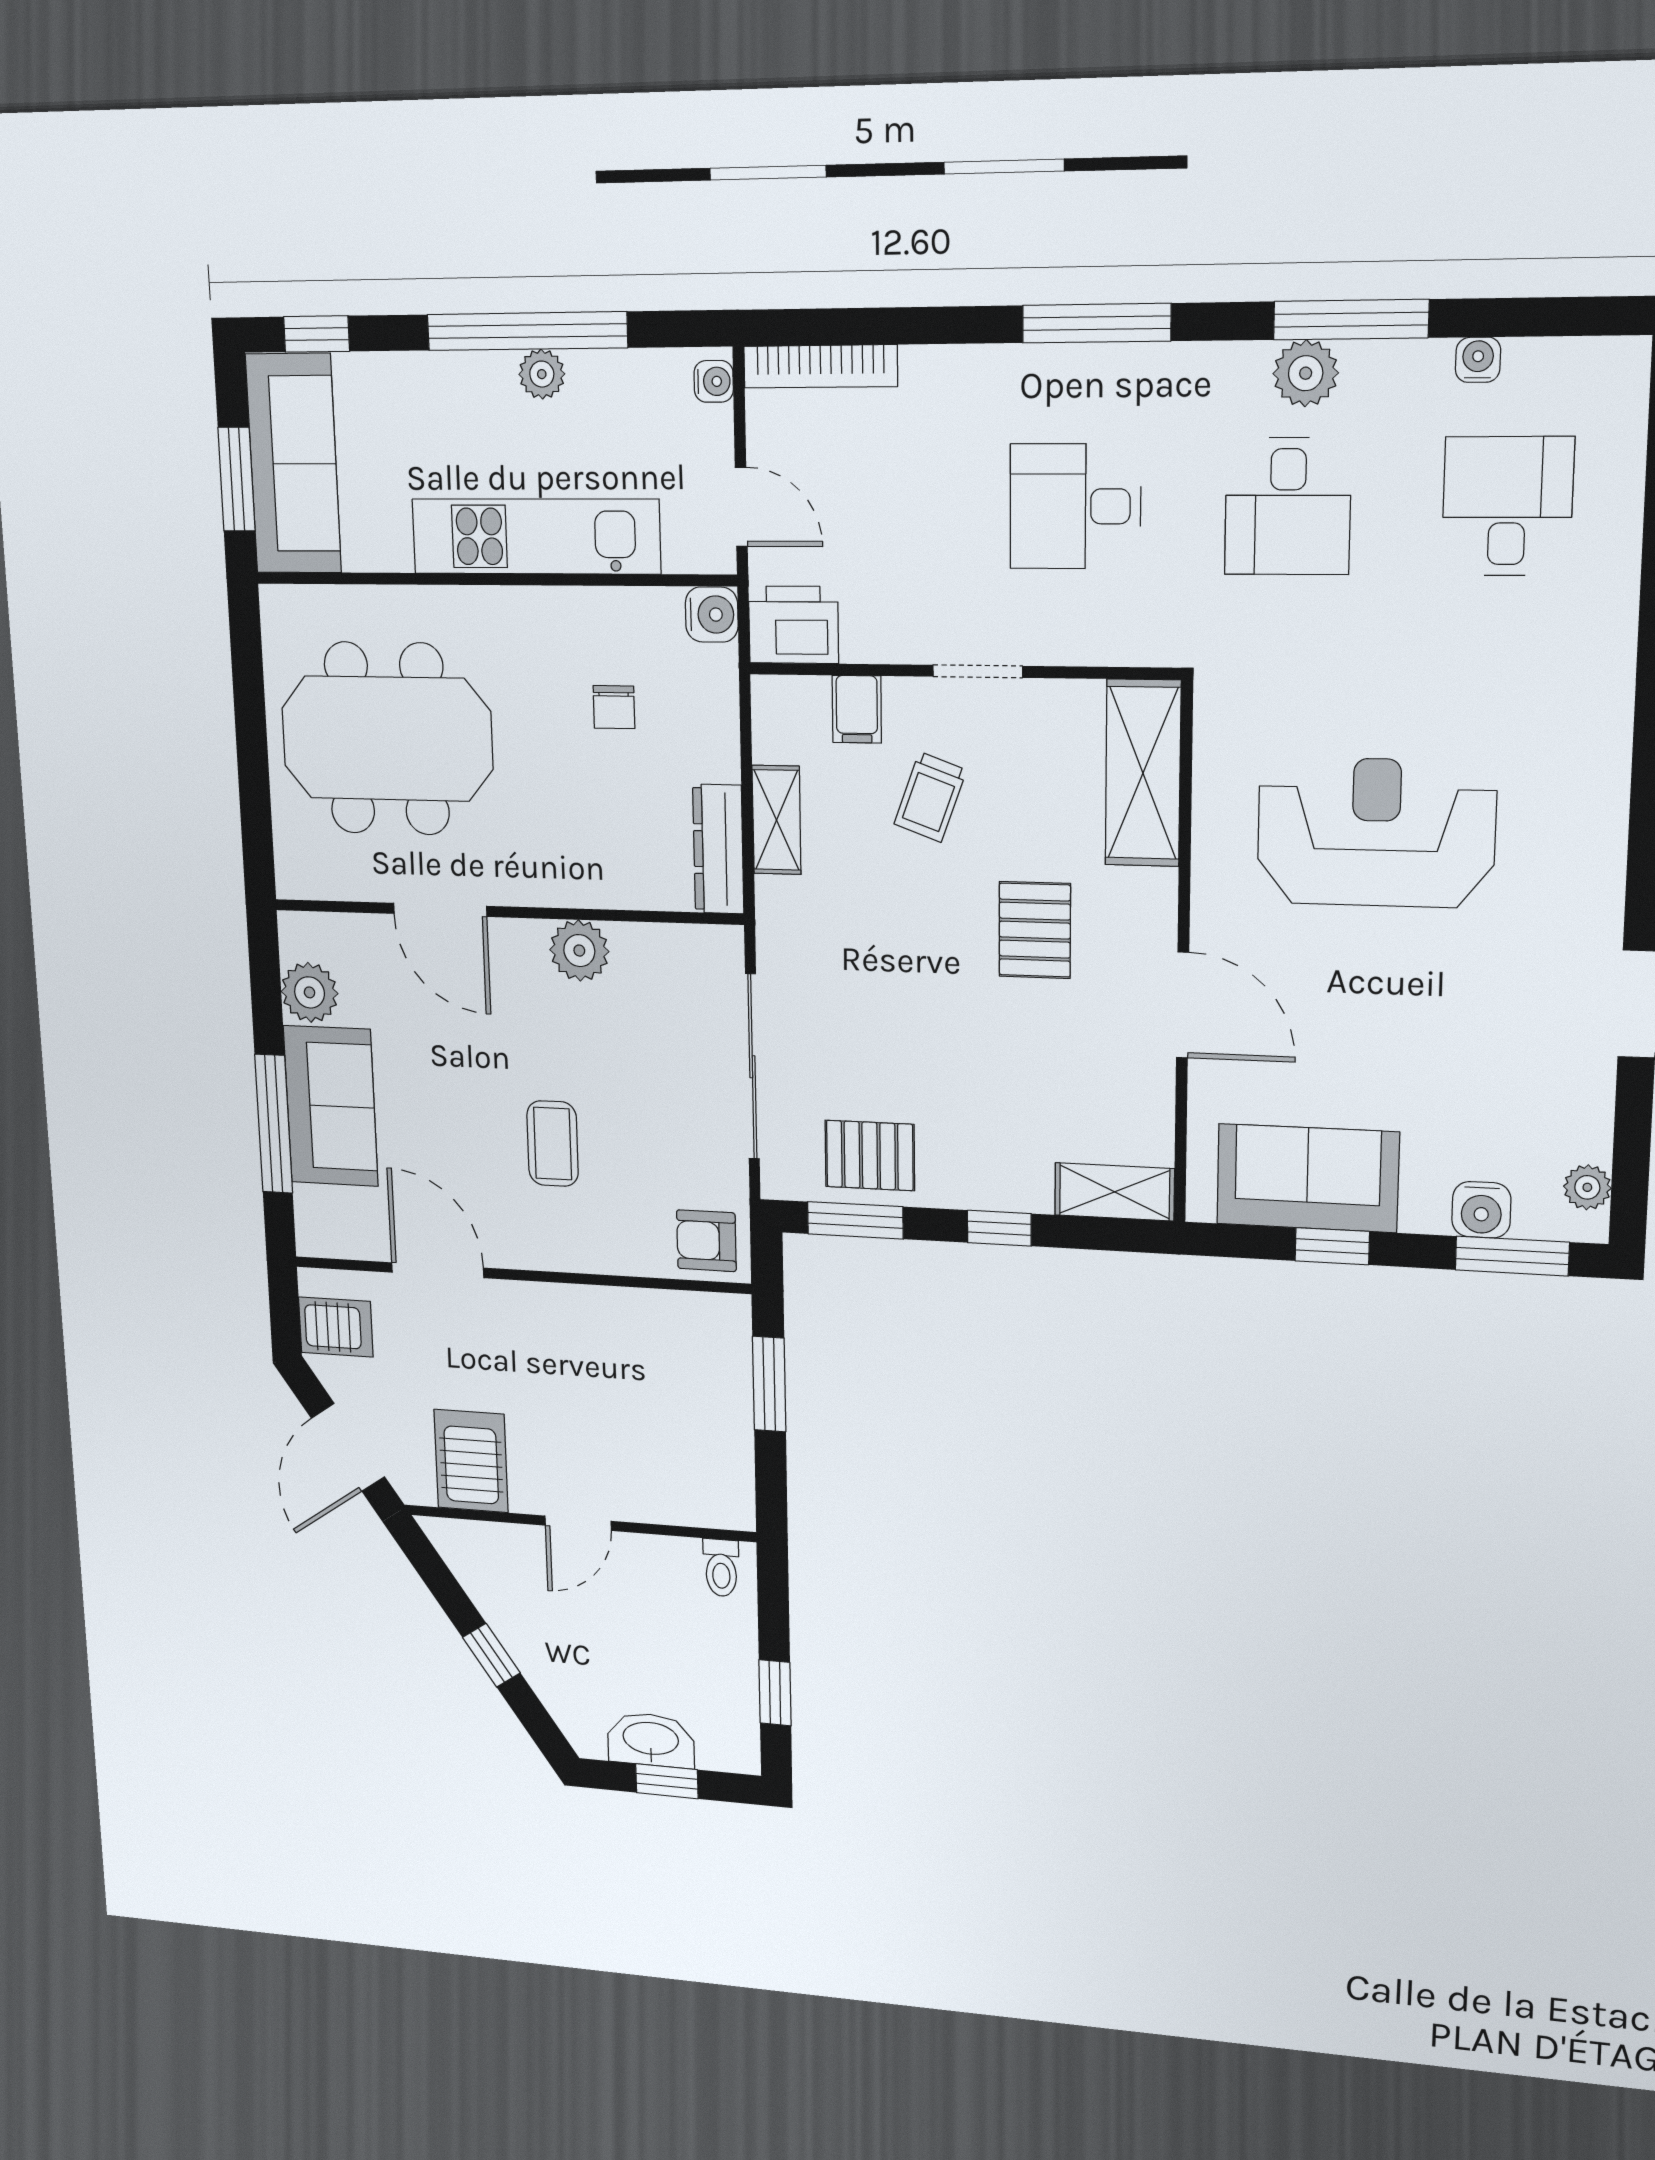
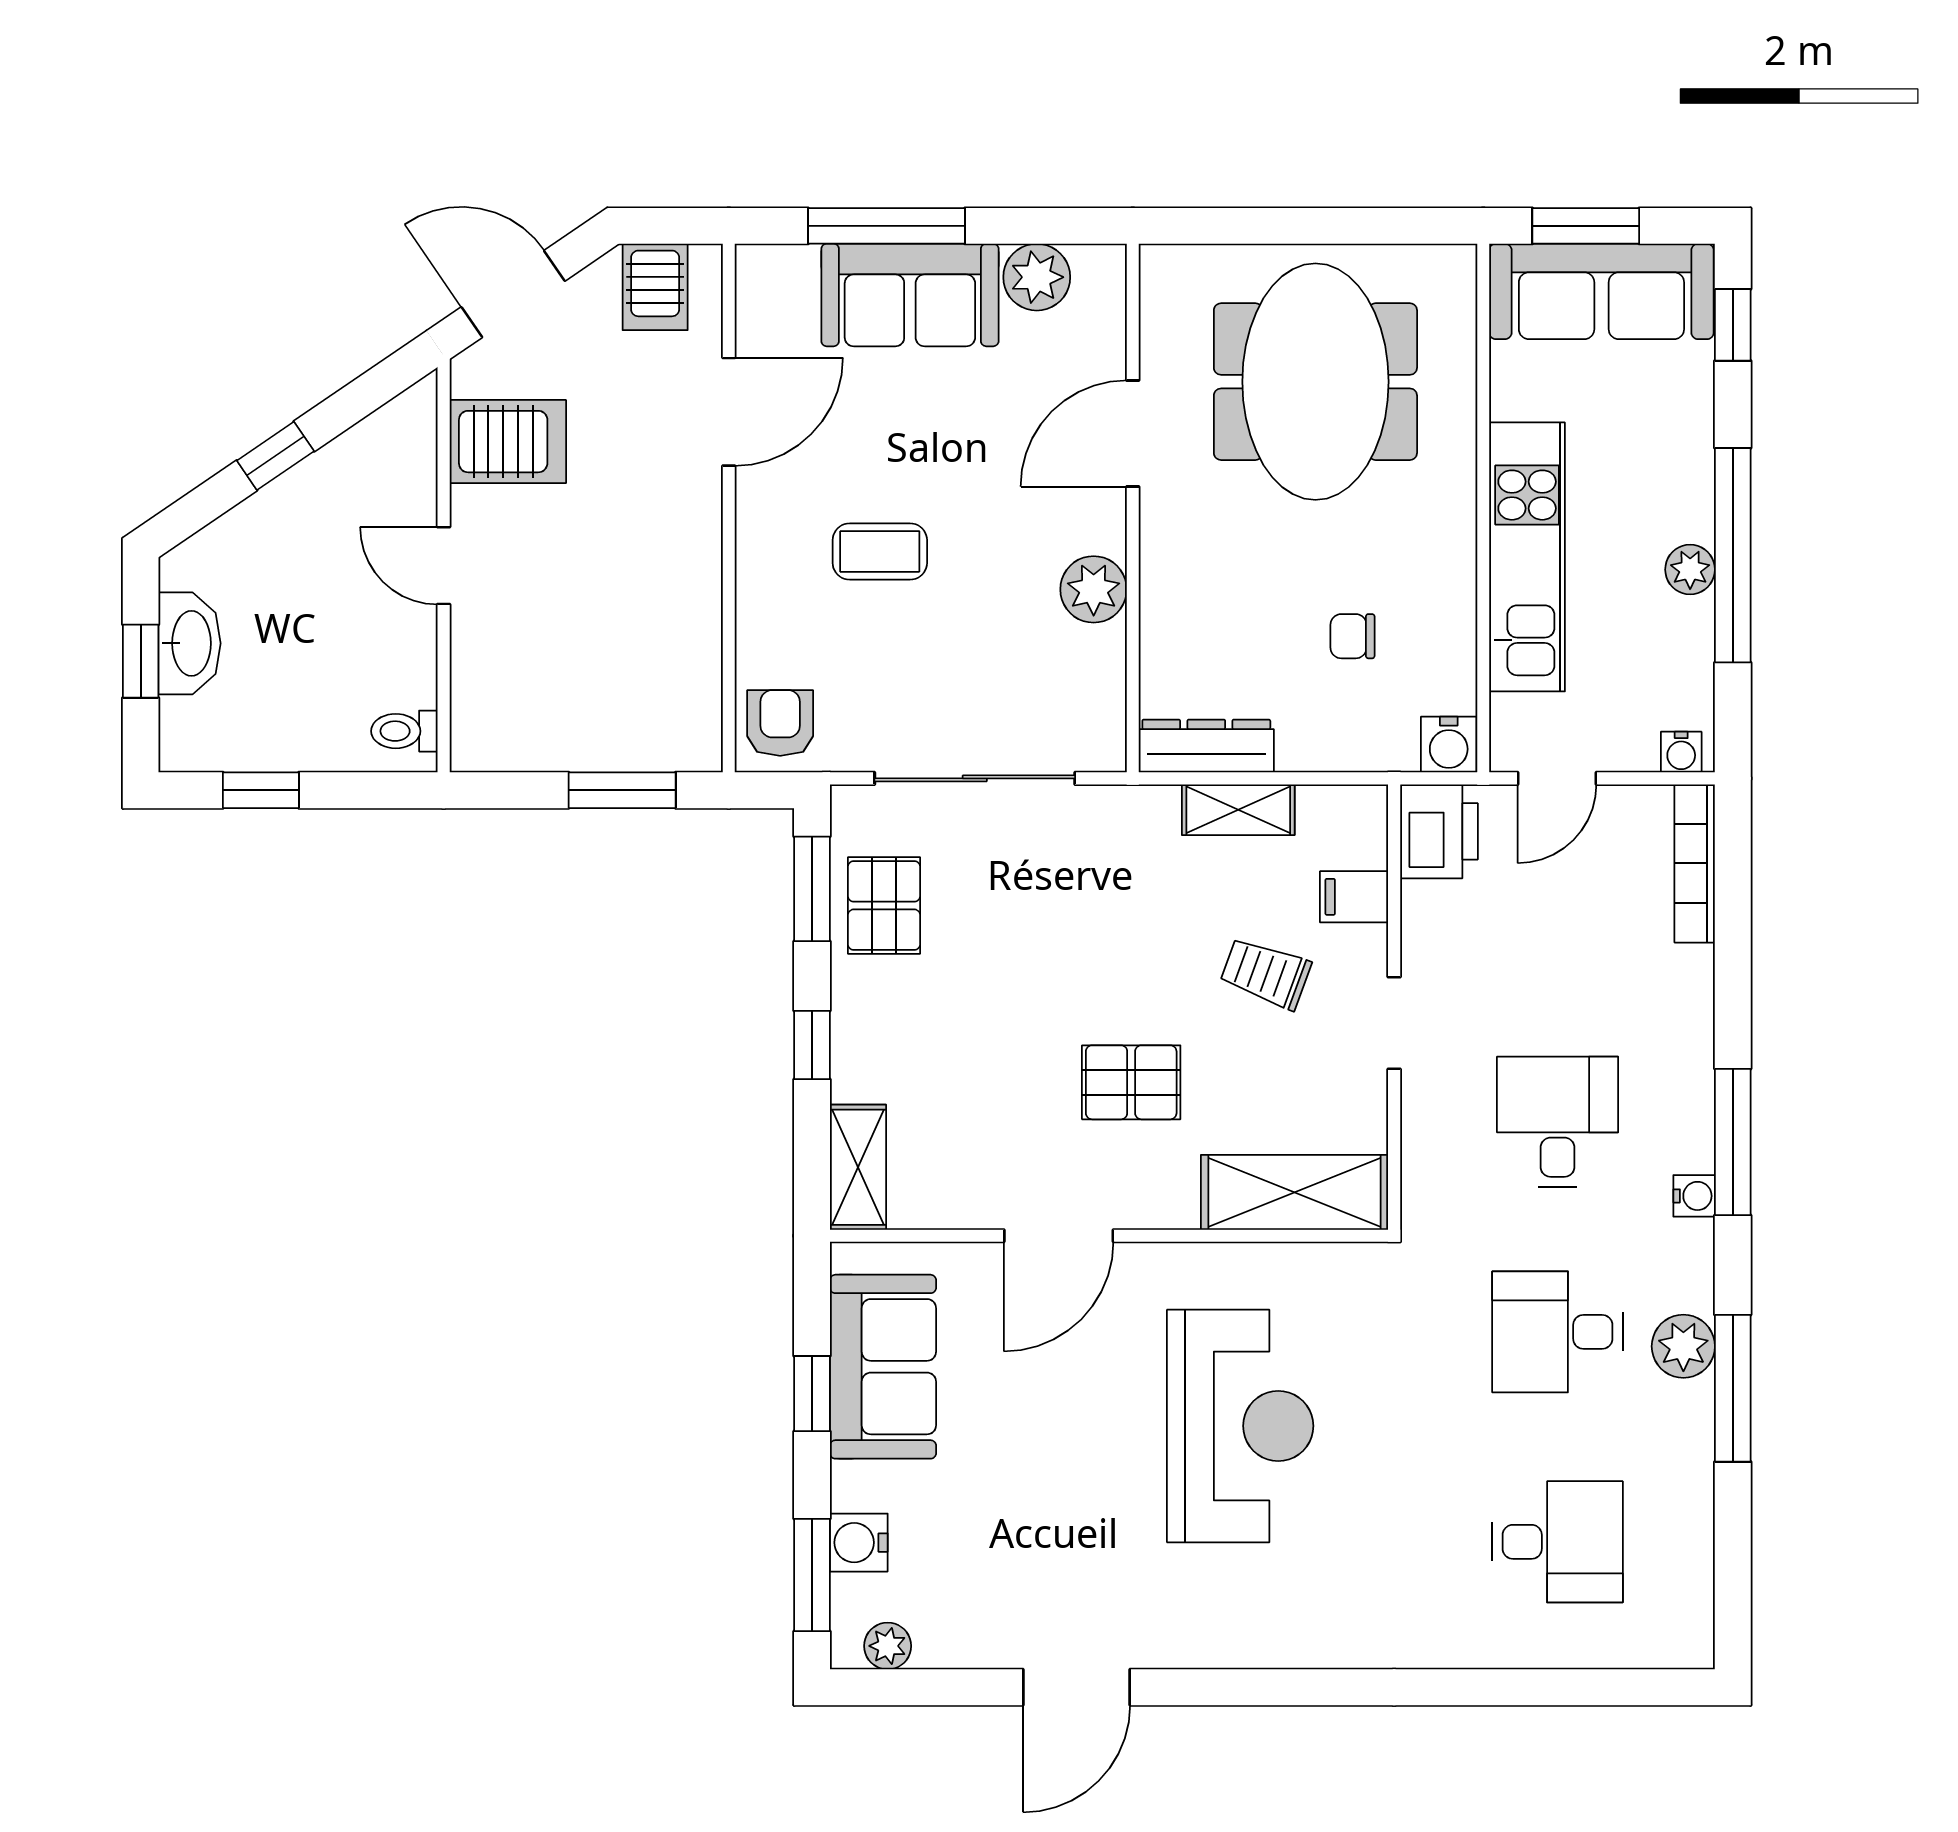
water cooler: (1478, 360) -> (1694, 1196), moved

